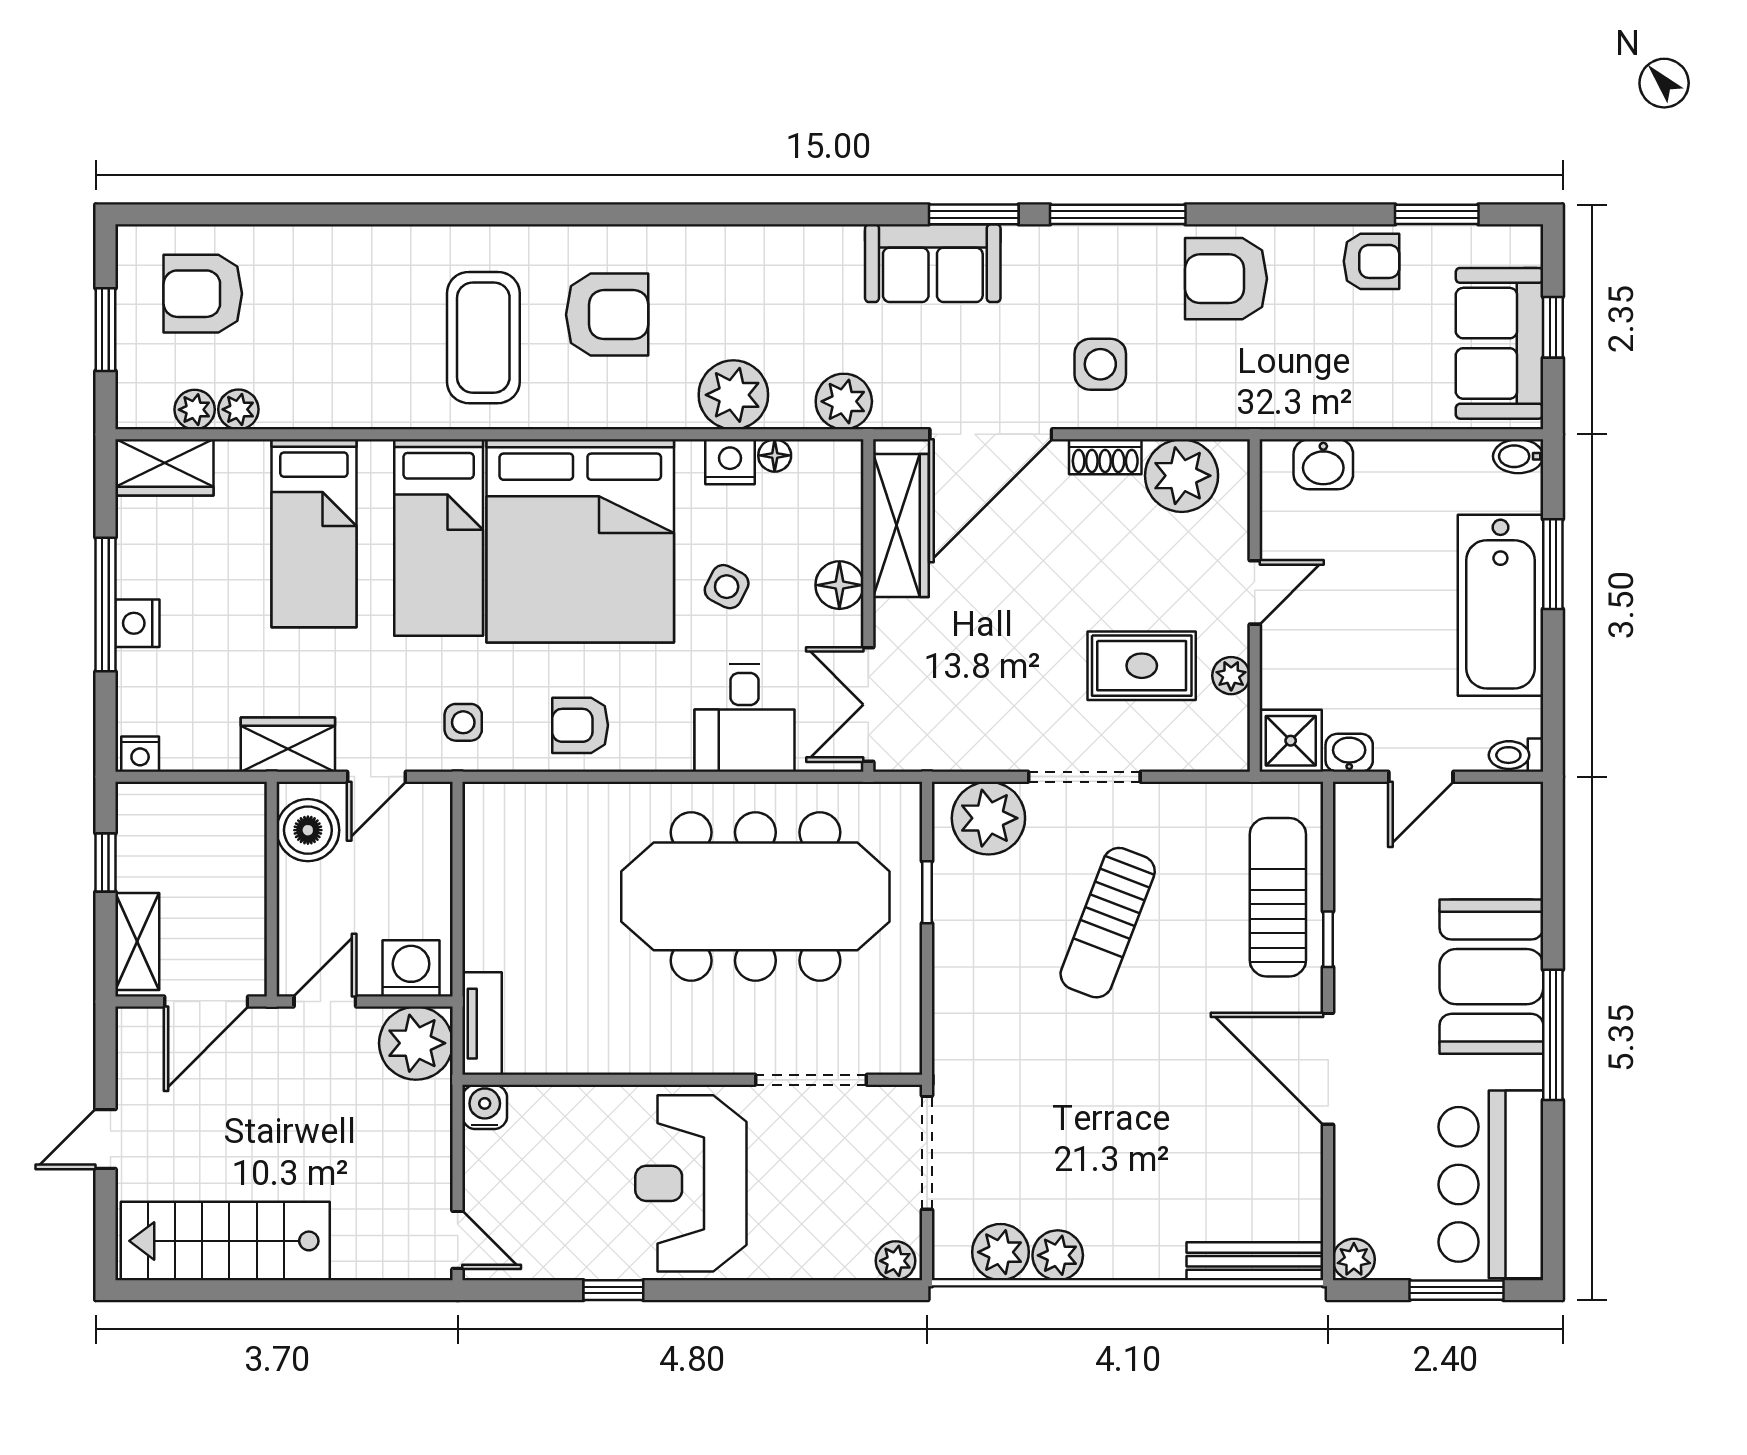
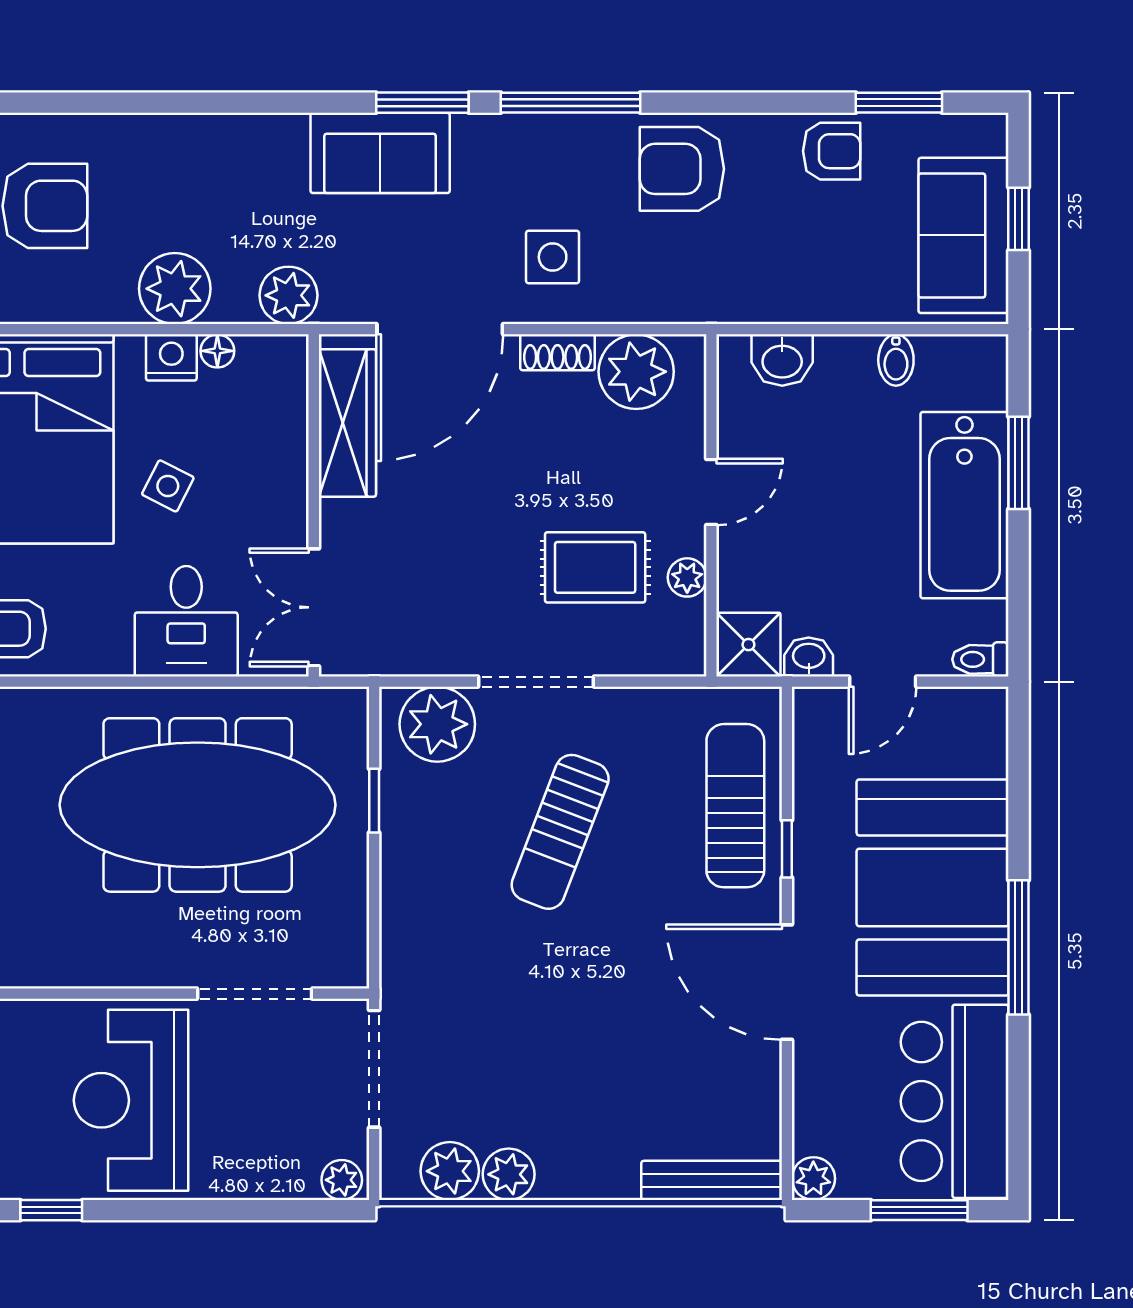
bidet: (1518, 456) -> (896, 360), moved, turned -90
floor lamp: (839, 585) -> (284, 484), removed
booth: (1491, 977) -> (933, 887), width x1.36, depth x1.42

